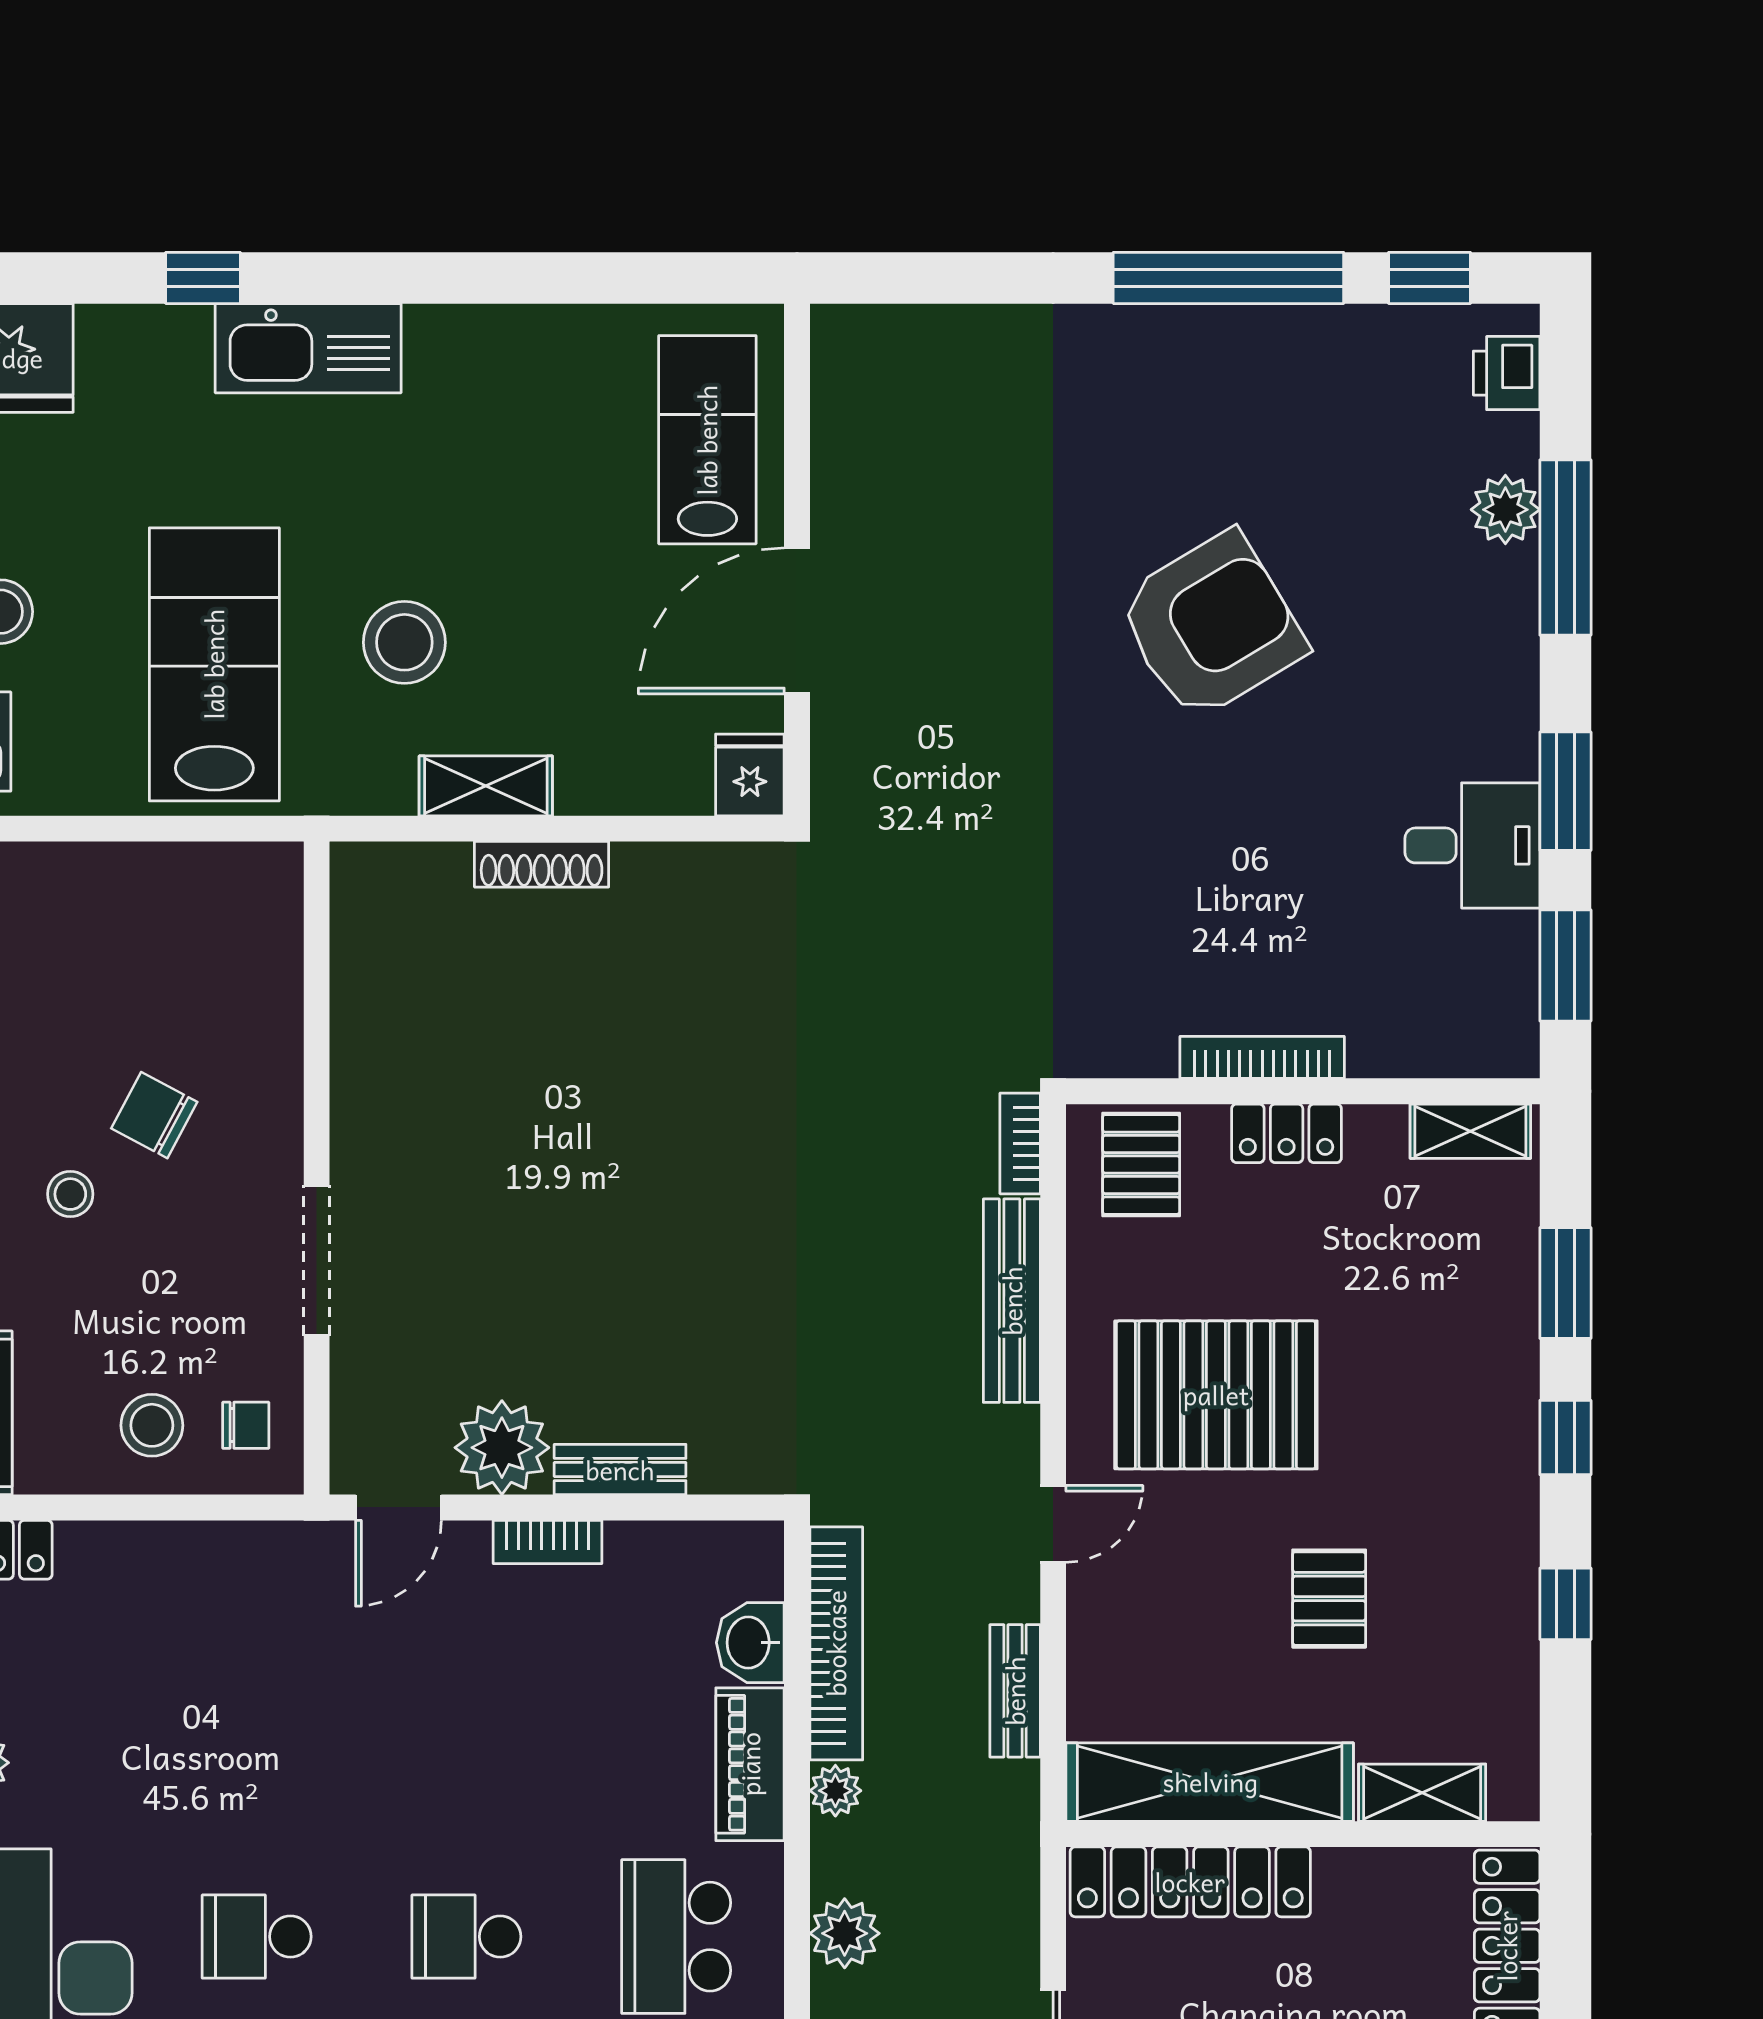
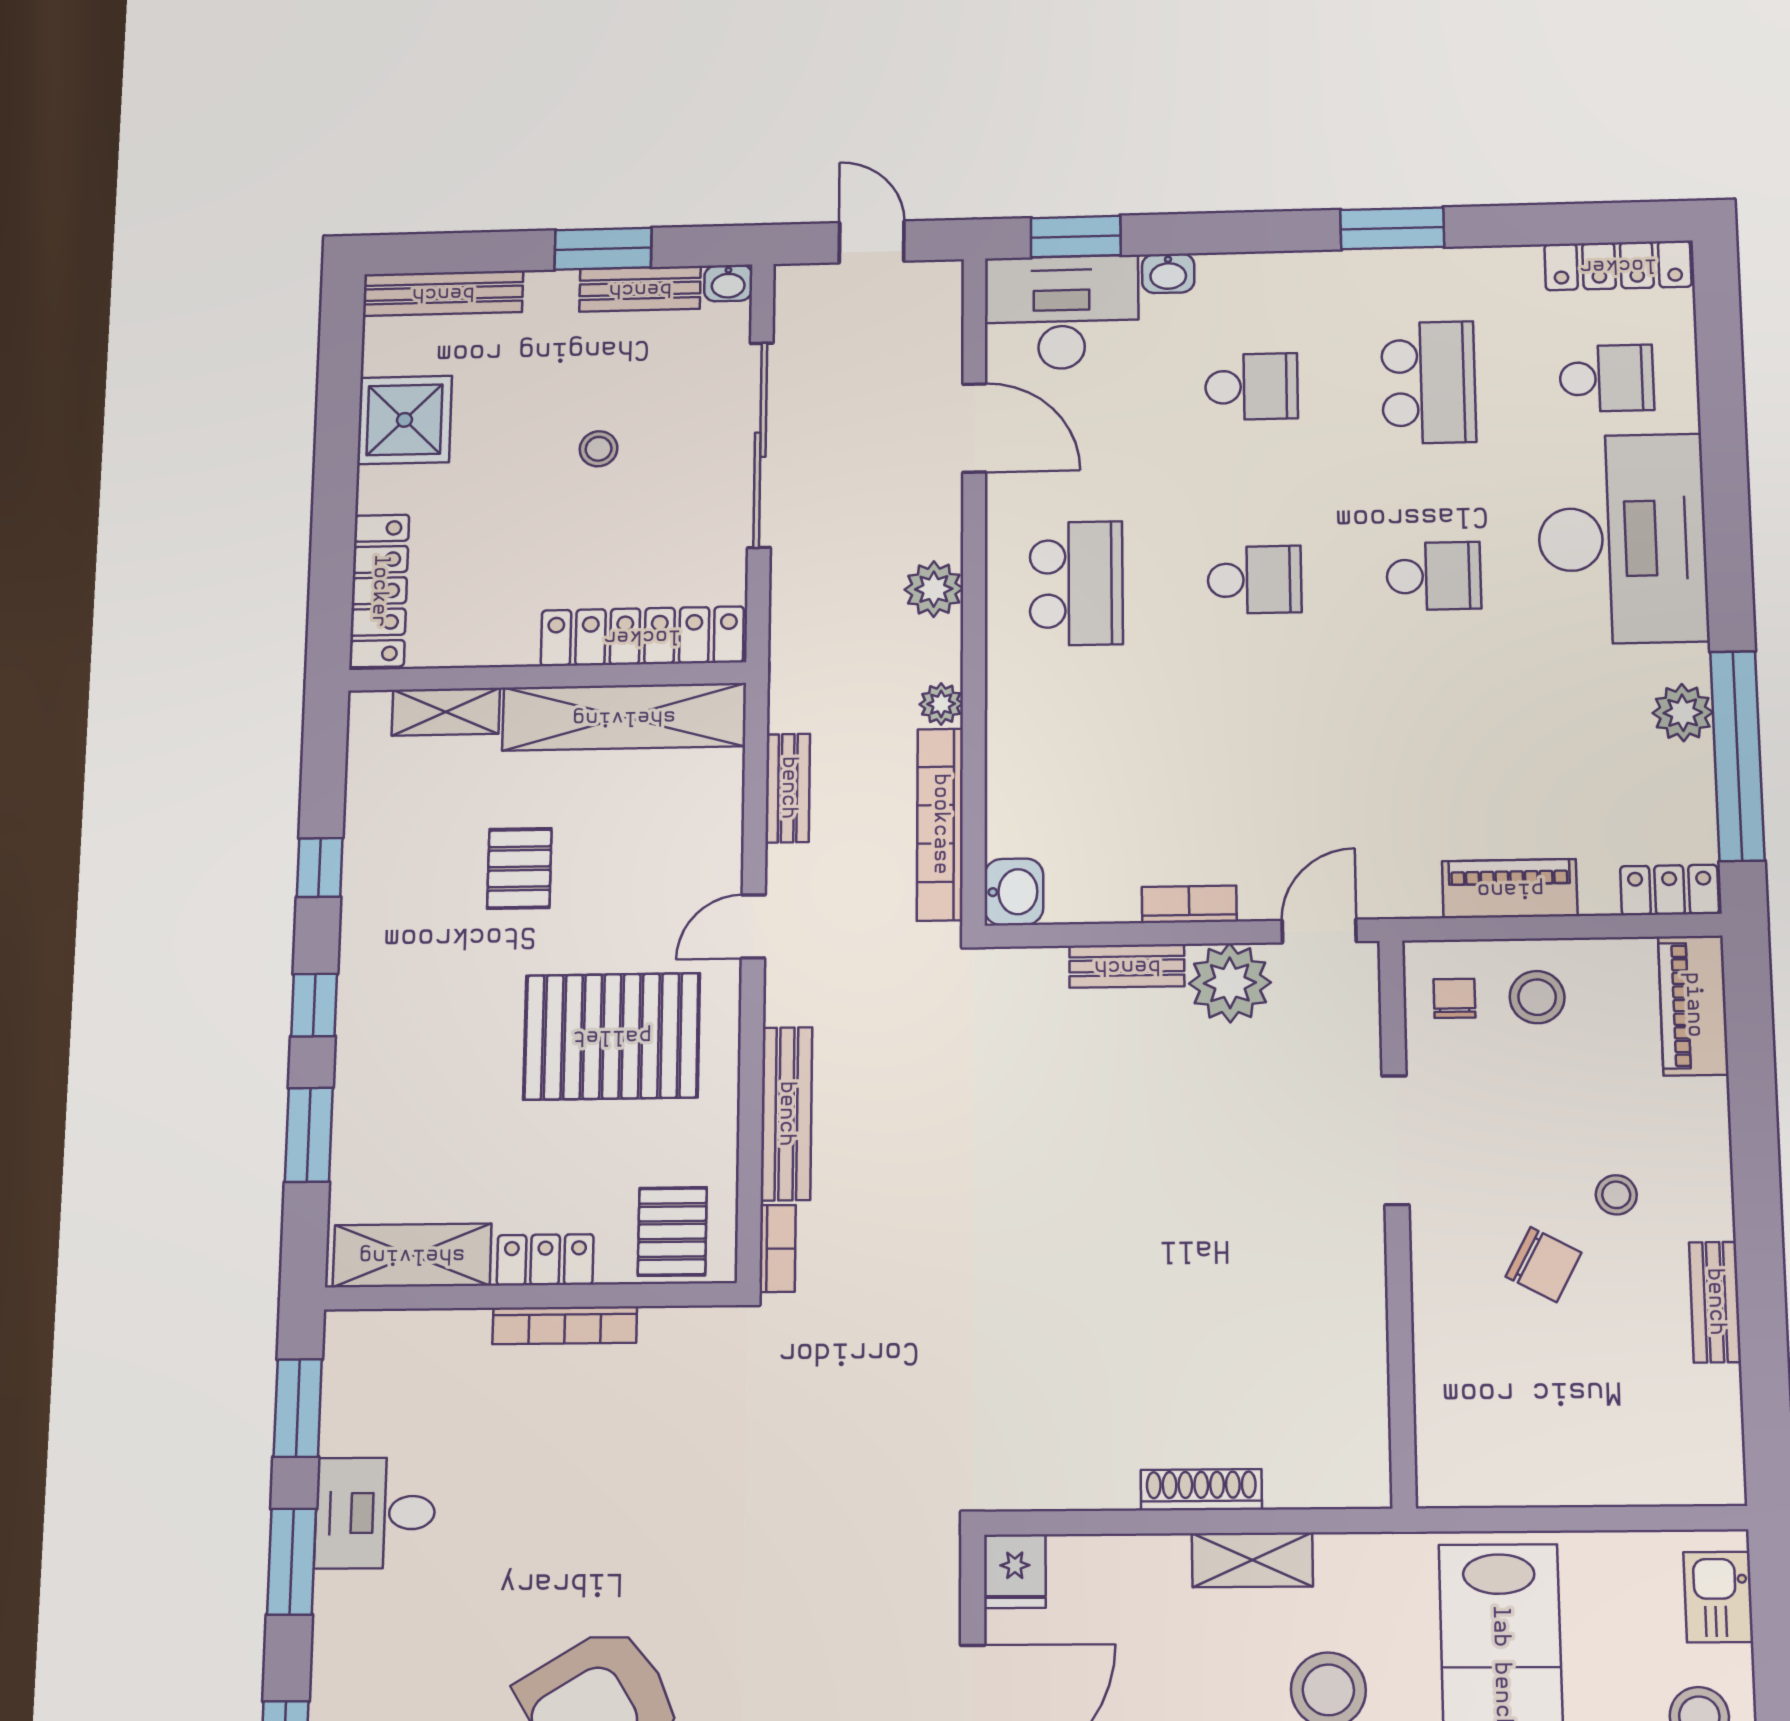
shelving: (1470, 1131) -> (412, 1255), width x1.50, depth x1.33
chair: (246, 1425) -> (1454, 998), turned 90
washbasin: (750, 1643) -> (1014, 892), moved
piano: (750, 1764) -> (1510, 889), moved, turned -90

